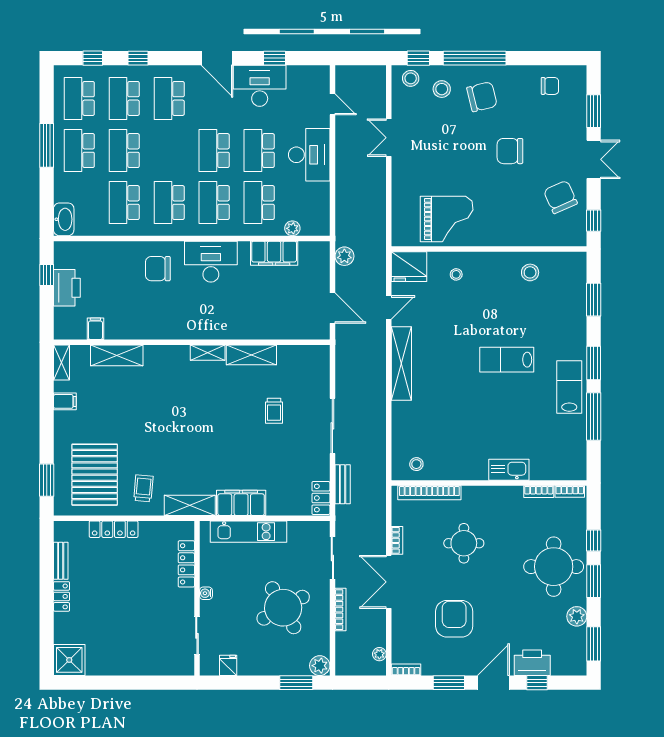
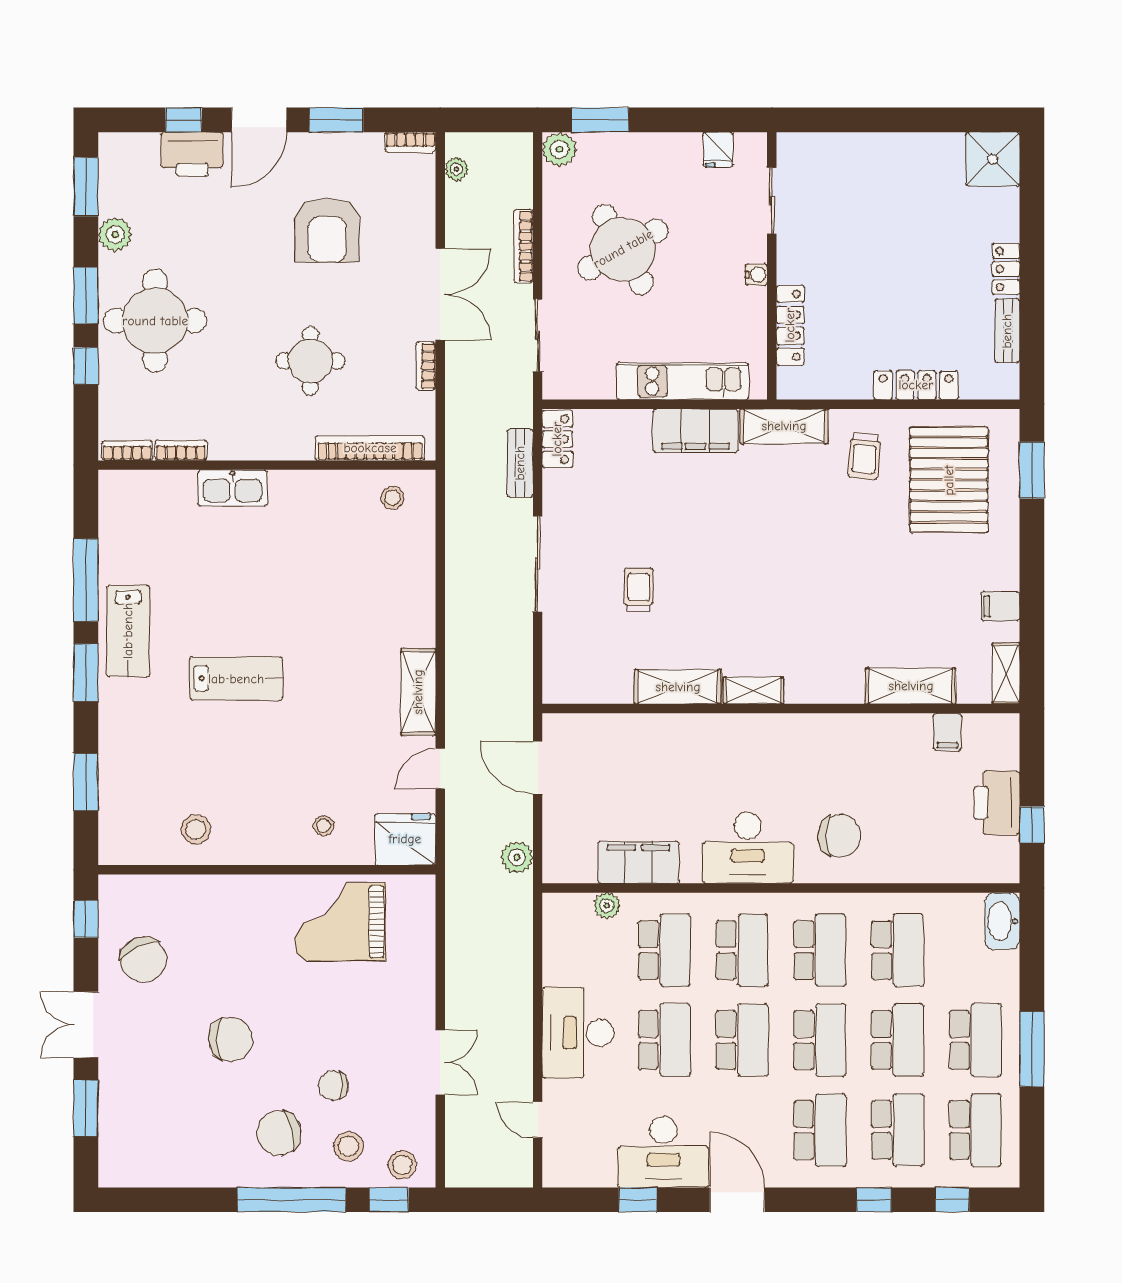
chair: (550, 86) -> (333, 1086), moved
school desk: (169, 151) -> (820, 1040), added
shelving: (401, 364) -> (418, 692), width x0.68

